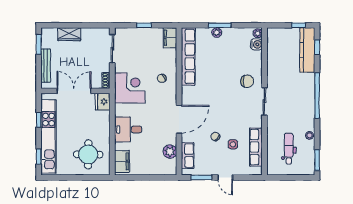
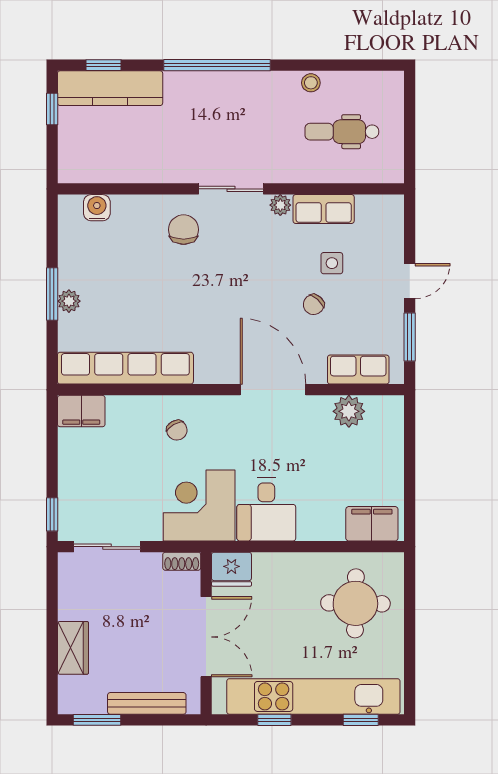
window: (144, 25) -> (52, 514), moved
plant: (258, 33) -> (280, 205), moved
double door: (74, 91) -> (206, 637), swing flipped
desk: (128, 129) -> (266, 509), moved
row of seats: (256, 147) -> (324, 209), width x0.68
window: (317, 160) -> (369, 65), removed

